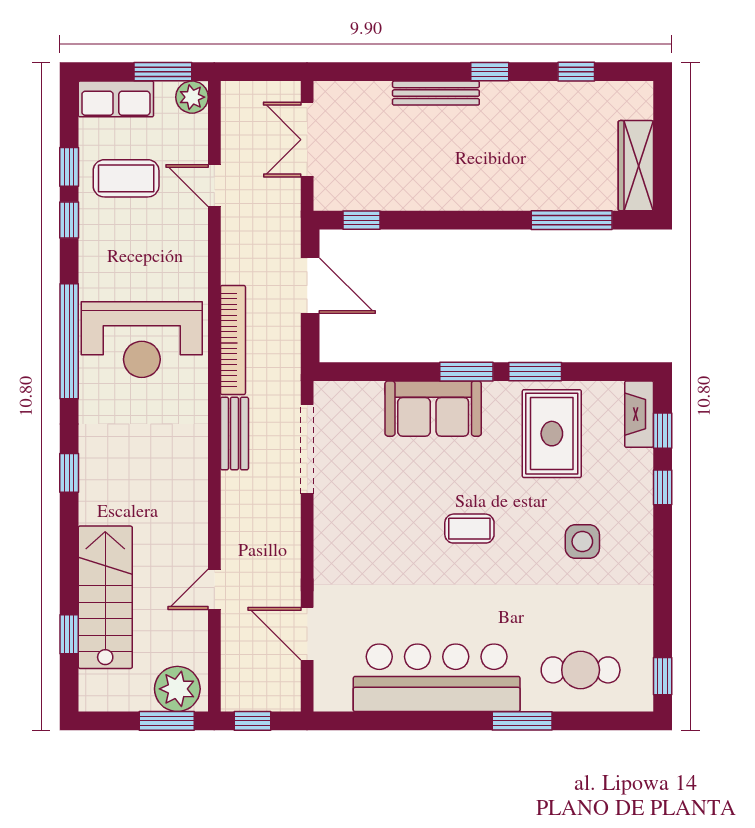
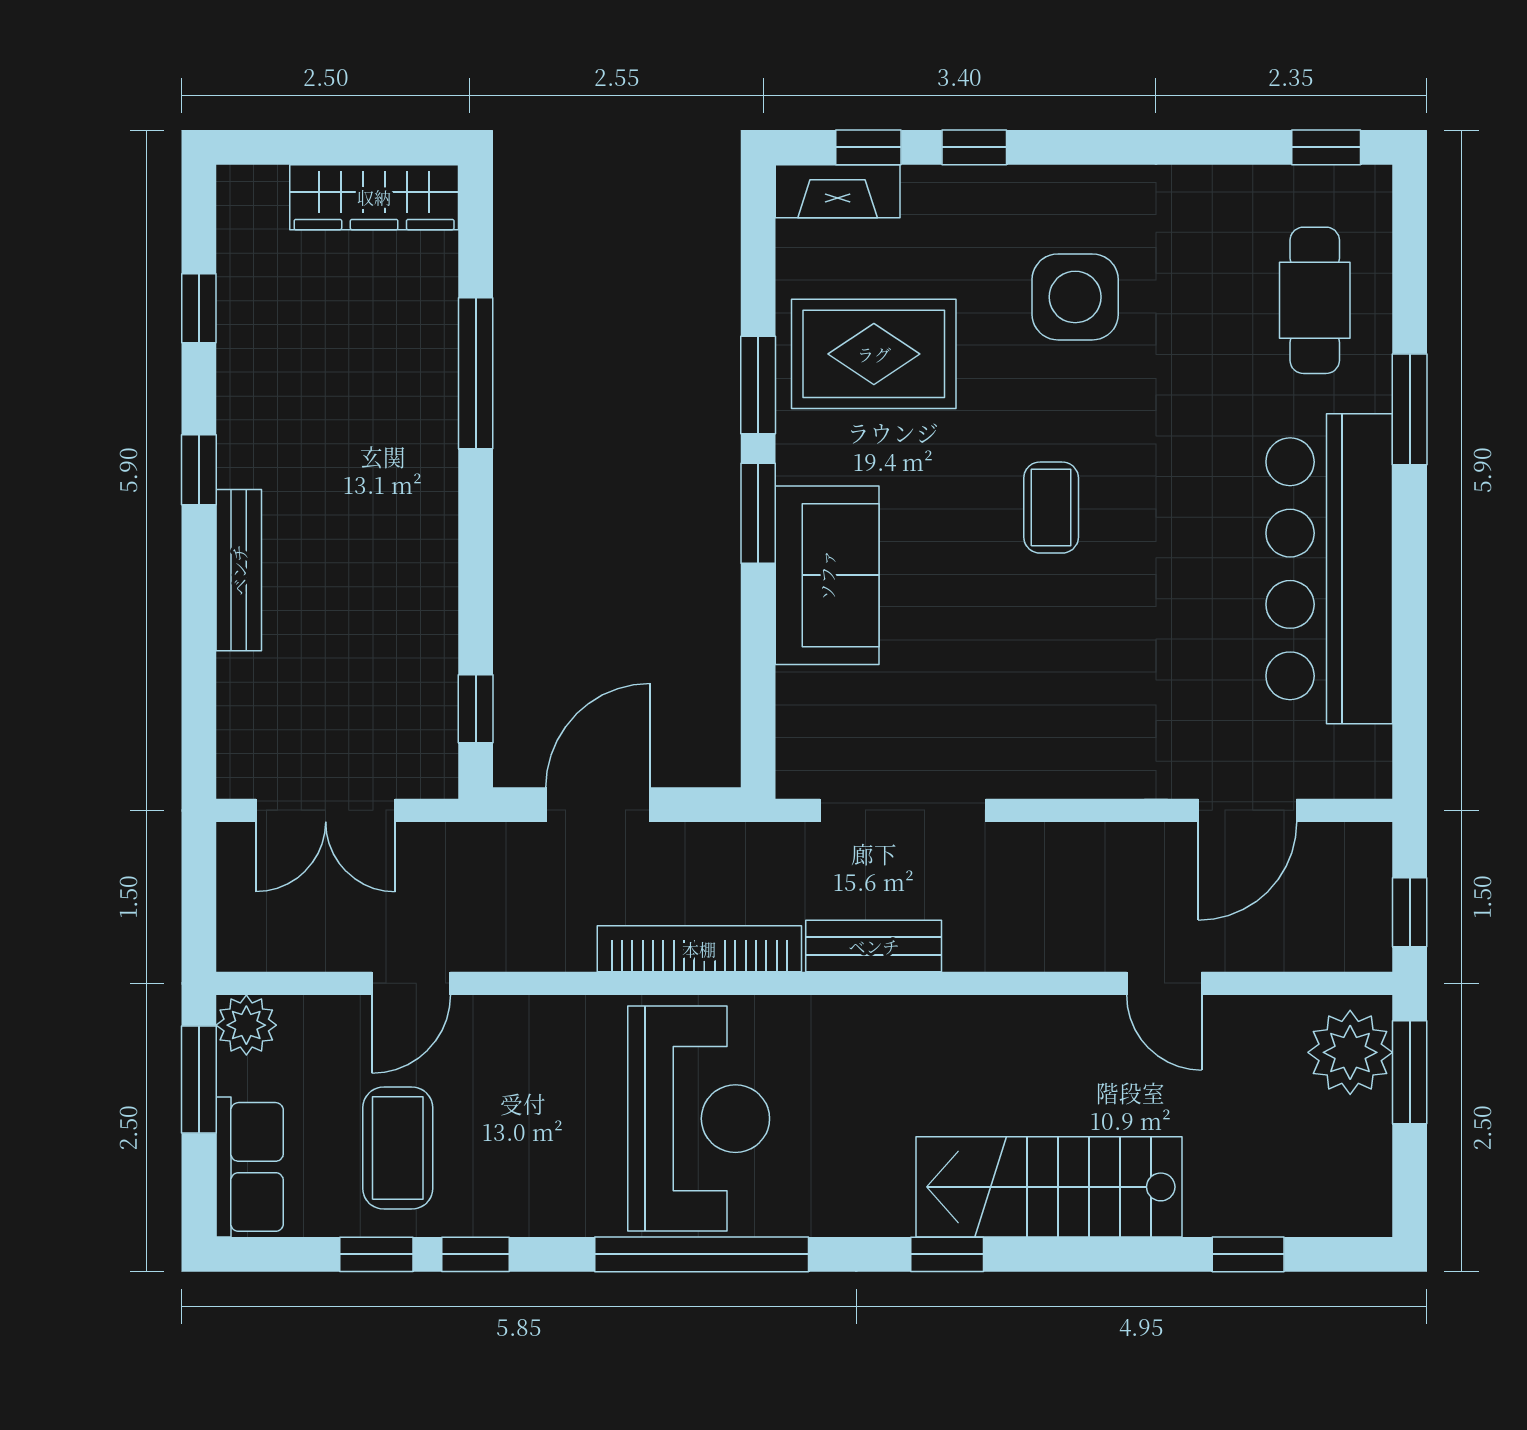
window: (572, 220) -> (476, 373), moved
side table: (582, 542) -> (1075, 297), width x1.37, depth x1.37
stairs: (105, 597) -> (1049, 1187), moved

